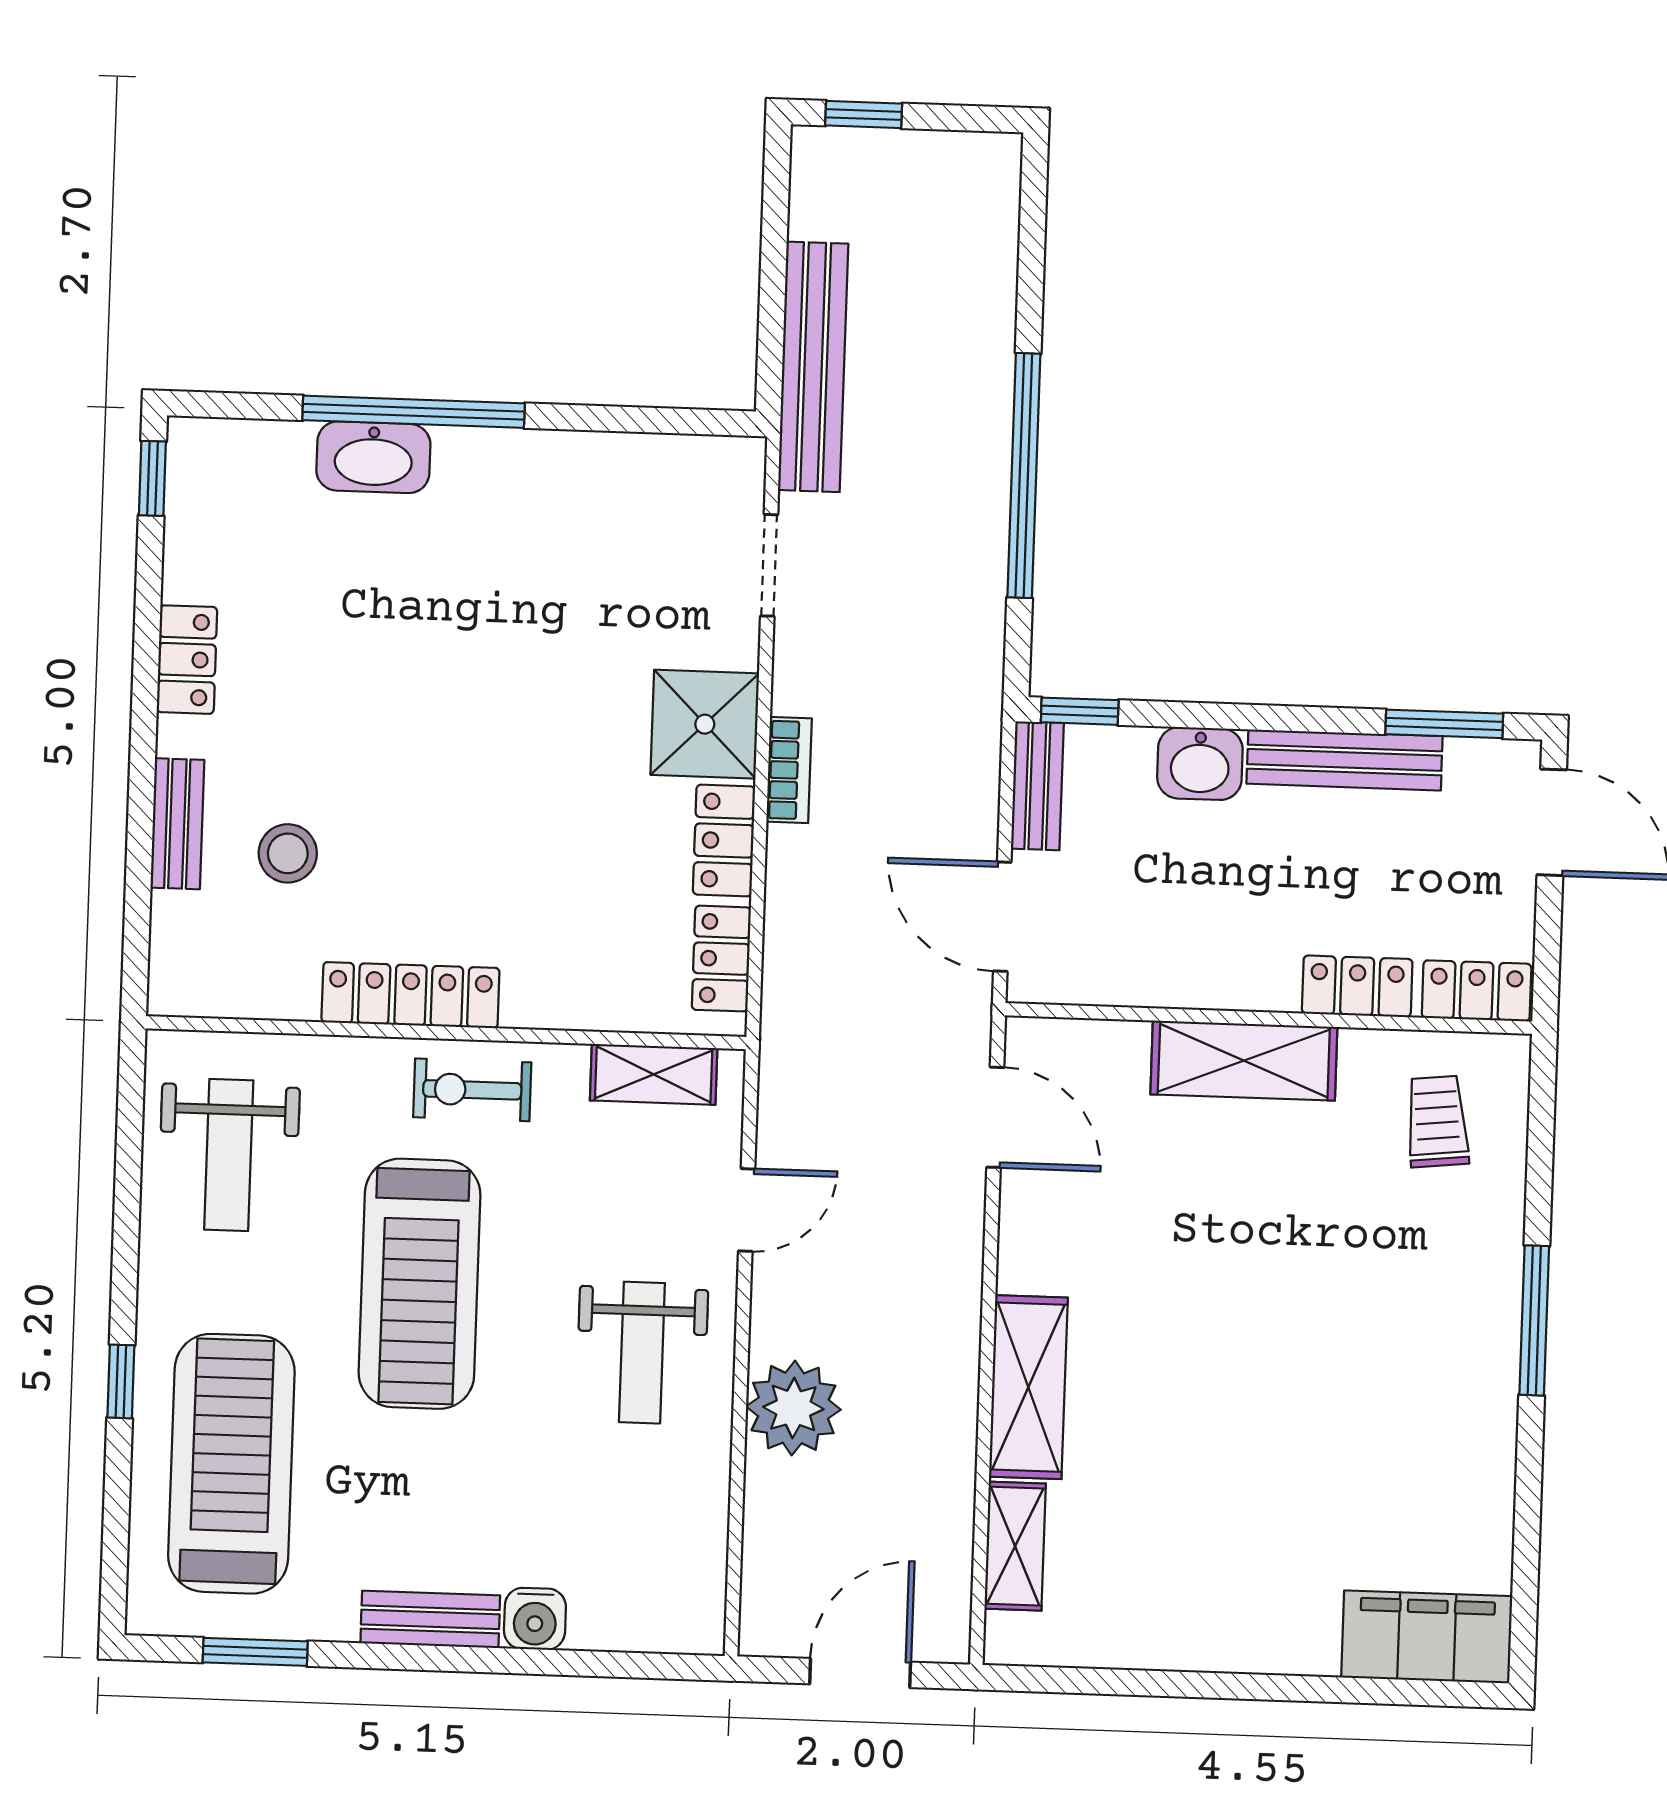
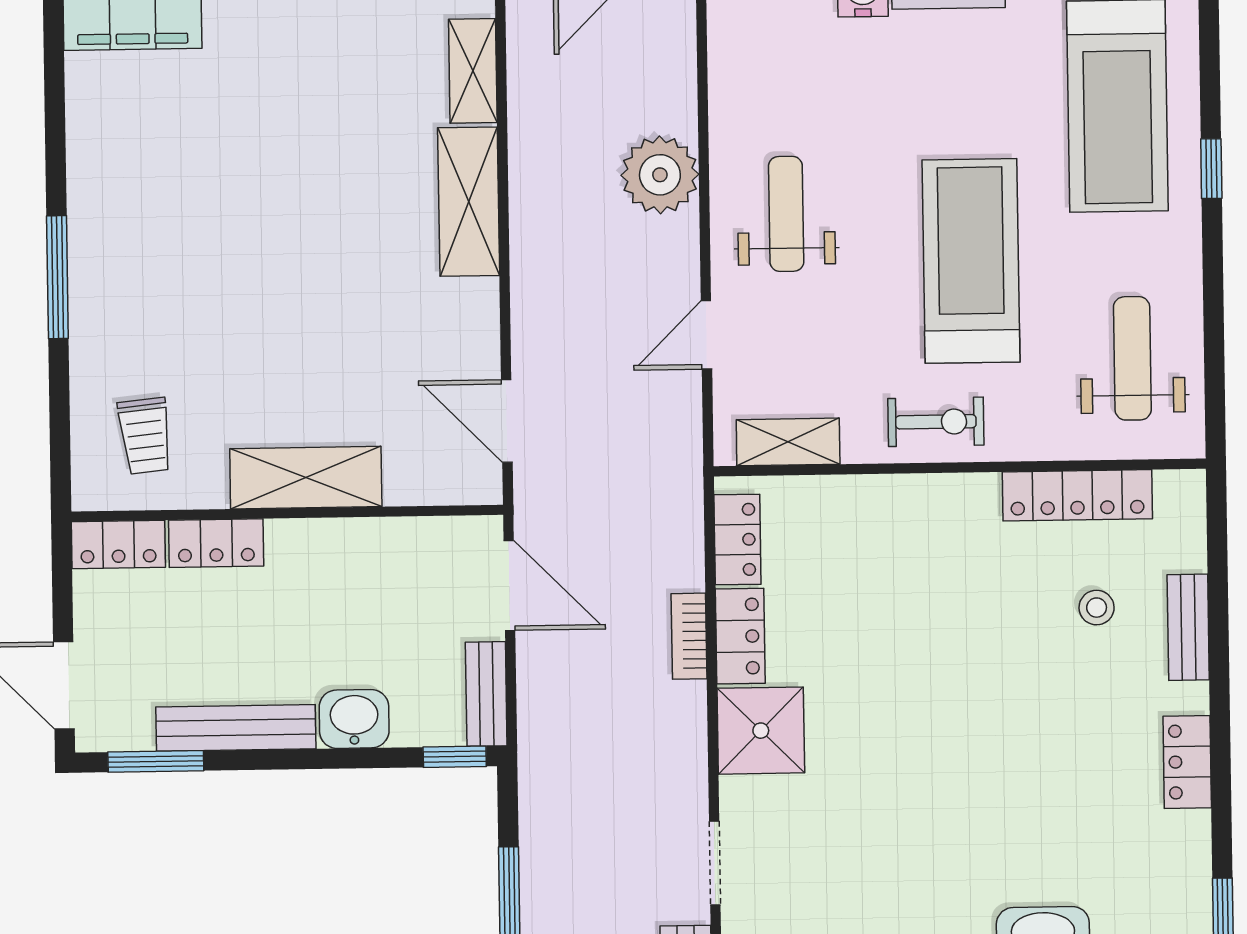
bookcase: (789, 770) -> (689, 636), moved
stool: (288, 853) -> (1097, 608), width x0.73, depth x0.73
locker: (410, 995) -> (1077, 495), moved

